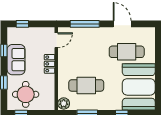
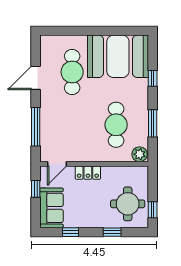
window: (22, 24) -> (36, 189), moved
door: (56, 40) -> (57, 164), swing flipped
sofa: (16, 60) -> (51, 208), moved, turned 90

